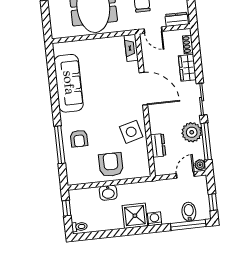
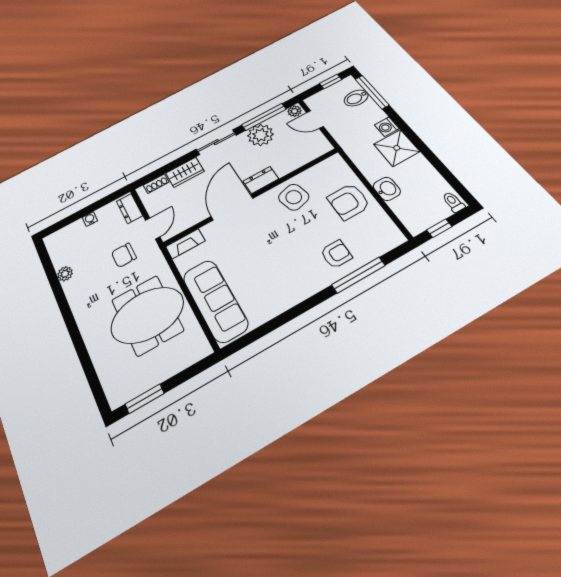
sofa: (69, 83) -> (215, 301), moved, turned 90
dresser: (158, 145) -> (261, 180), moved

